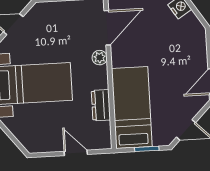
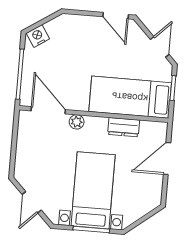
door: (76, 153) -> (167, 158), width x1.38

